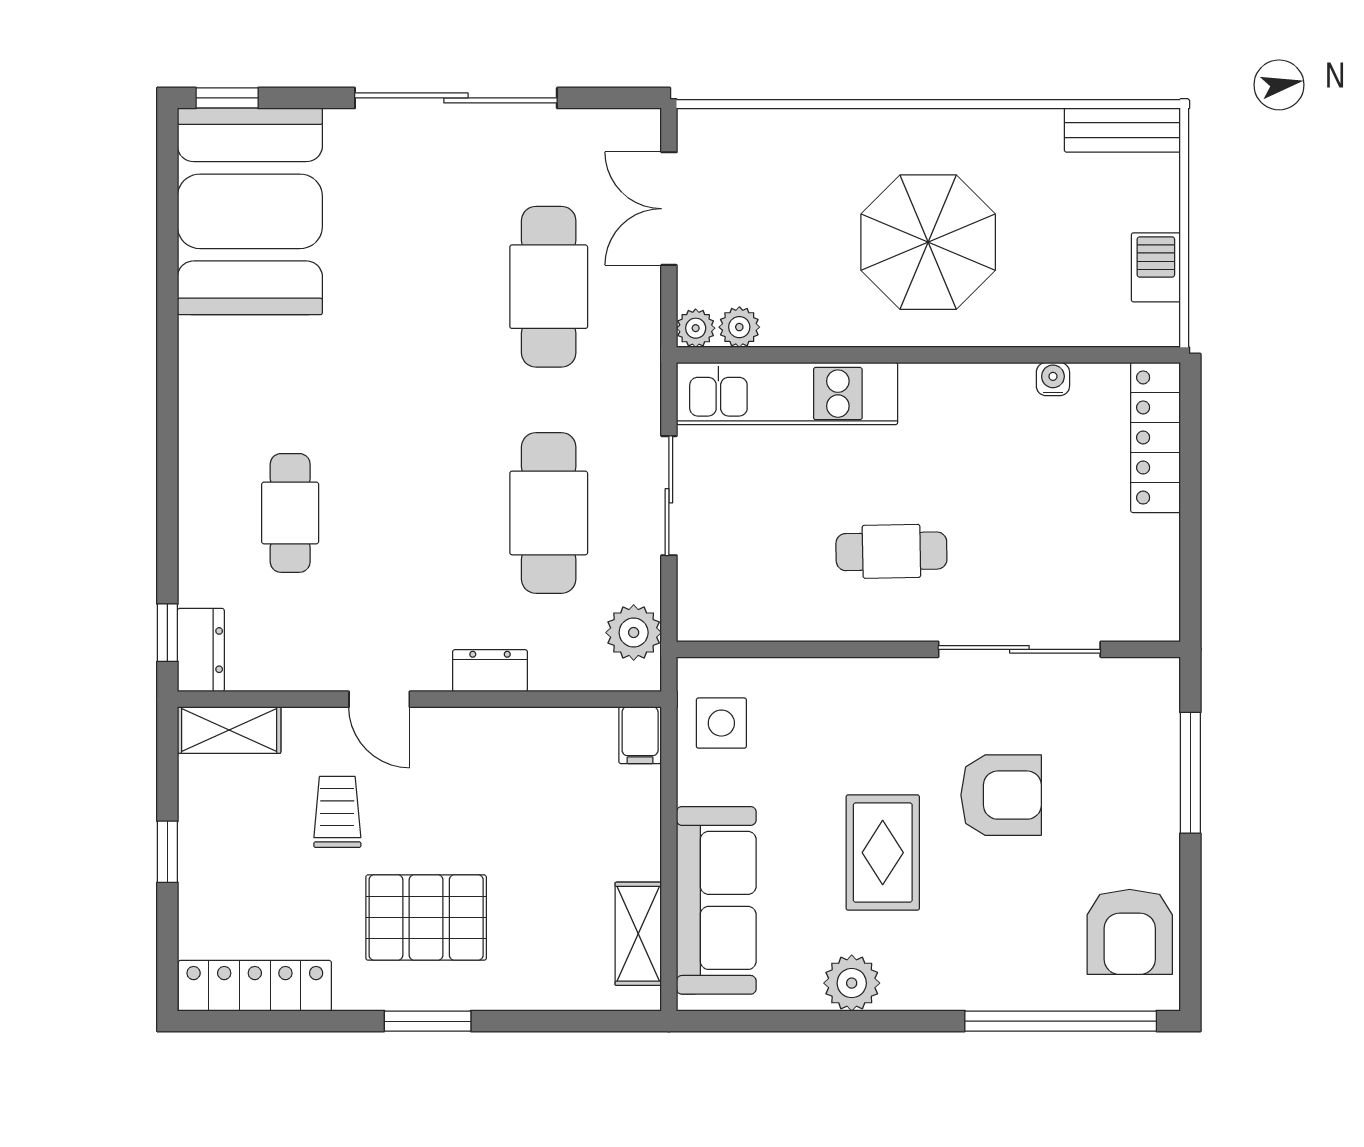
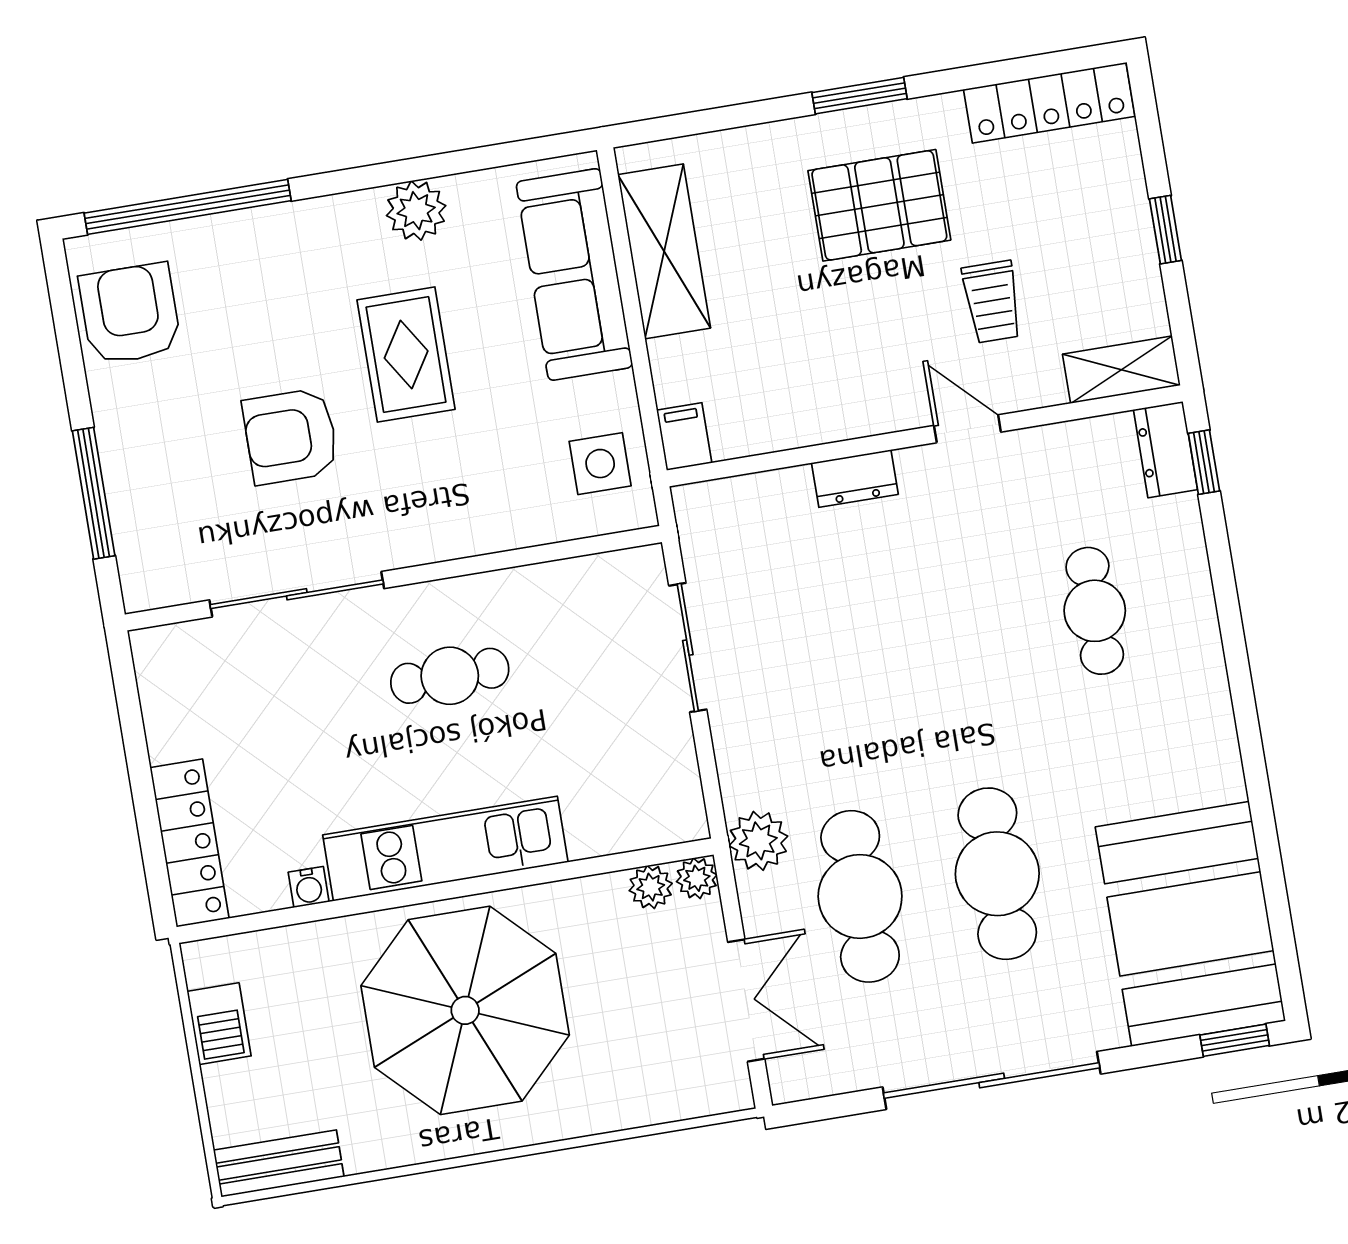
parasol: (928, 242) -> (465, 1010), width x1.36, depth x1.36
kitchen unit: (787, 394) -> (445, 849), moved
sliding door: (669, 496) -> (688, 648), moved
cafe table: (549, 513) -> (997, 874), moved
plant: (634, 633) -> (758, 841), moved
shelving: (638, 934) -> (664, 251), width x1.50, depth x1.33

